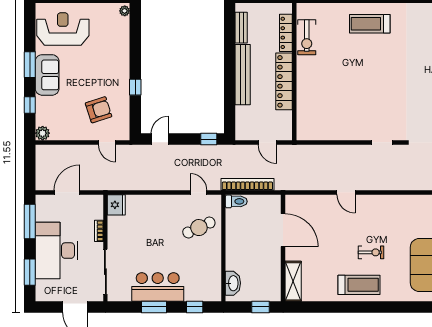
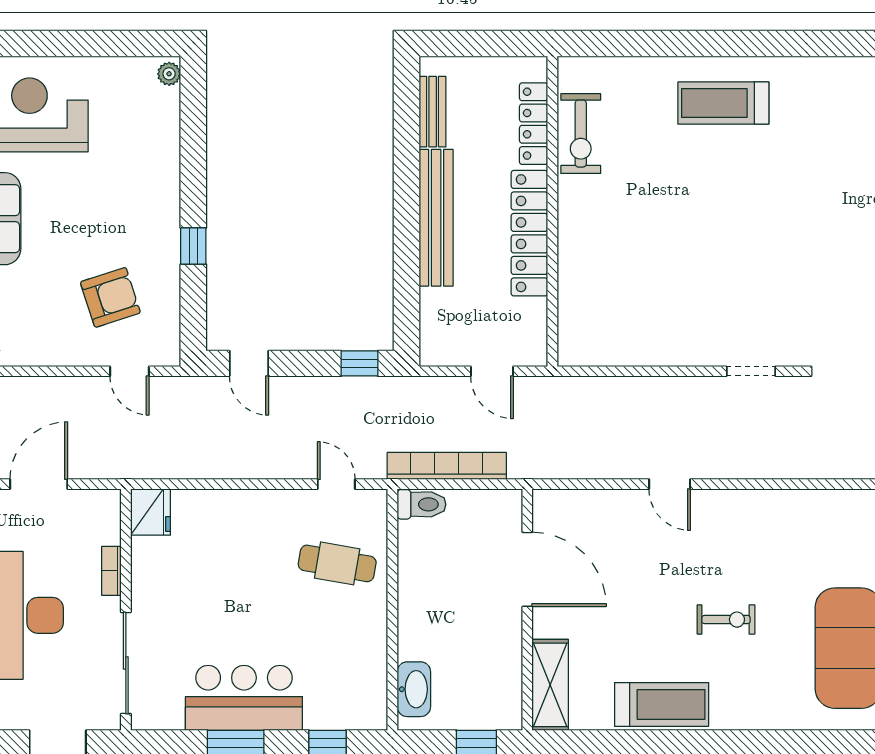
door: (160, 139) -> (249, 363), swing flipped
cafe table: (199, 228) -> (337, 563), turned 35
treadmill: (359, 285) -> (662, 704), moved

